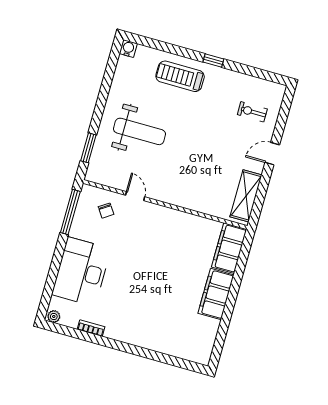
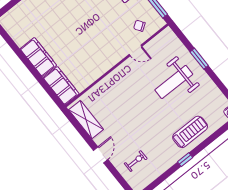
window: (88, 148) -> (199, 59), moved

